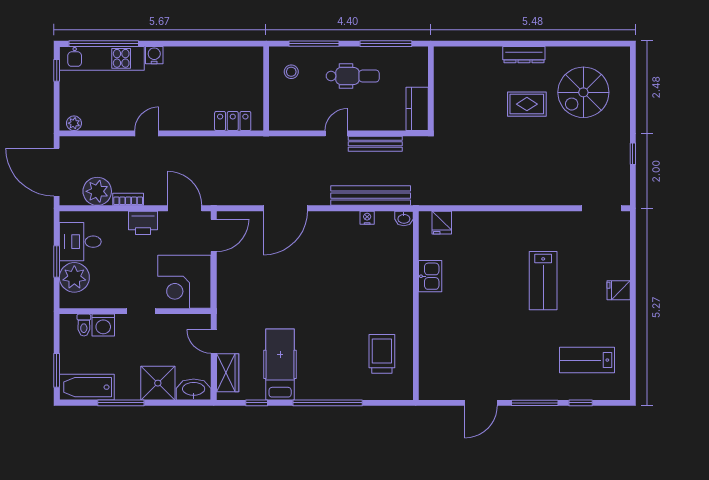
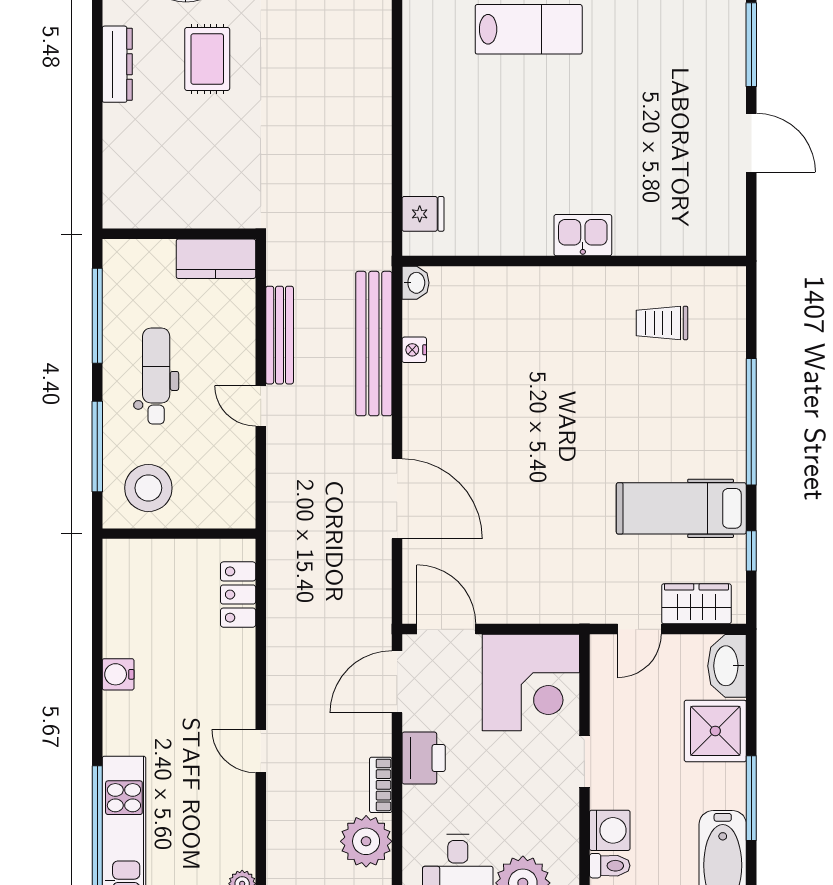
water cooler: (154, 55) -> (118, 674), moved
stool: (291, 72) -> (148, 488), width x1.89, depth x1.89
kitchen sink: (430, 276) -> (583, 235), moved
trolley: (382, 354) -> (662, 323), width x0.73, depth x0.72

